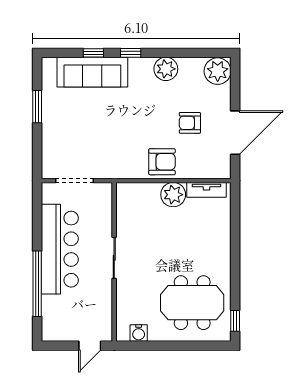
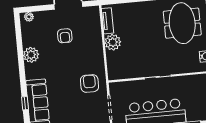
window: (131, 53) -> (23, 79), removed
plant: (218, 71) -> (29, 17), width x0.53, depth x0.53
armchair: (162, 162) -> (89, 83), moved

